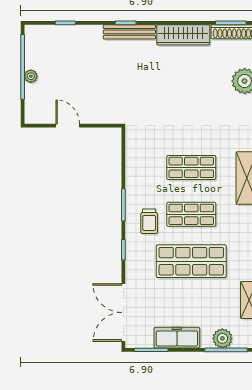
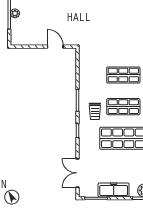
door: (68, 126) -> (55, 47), moved
double door: (123, 313) -> (77, 173), width x0.73

